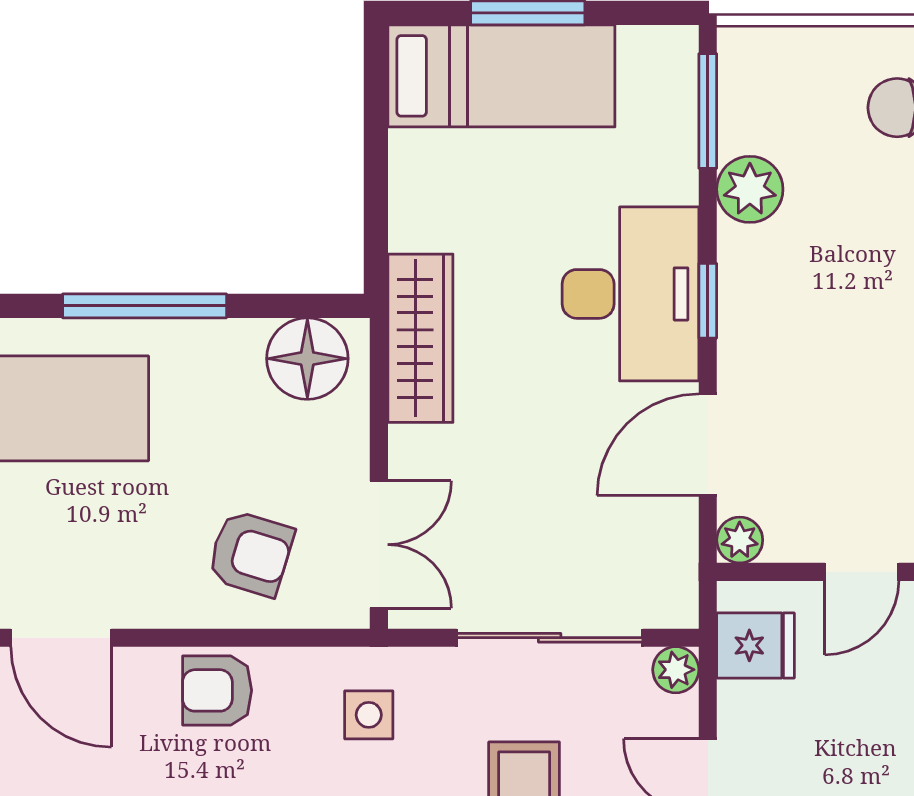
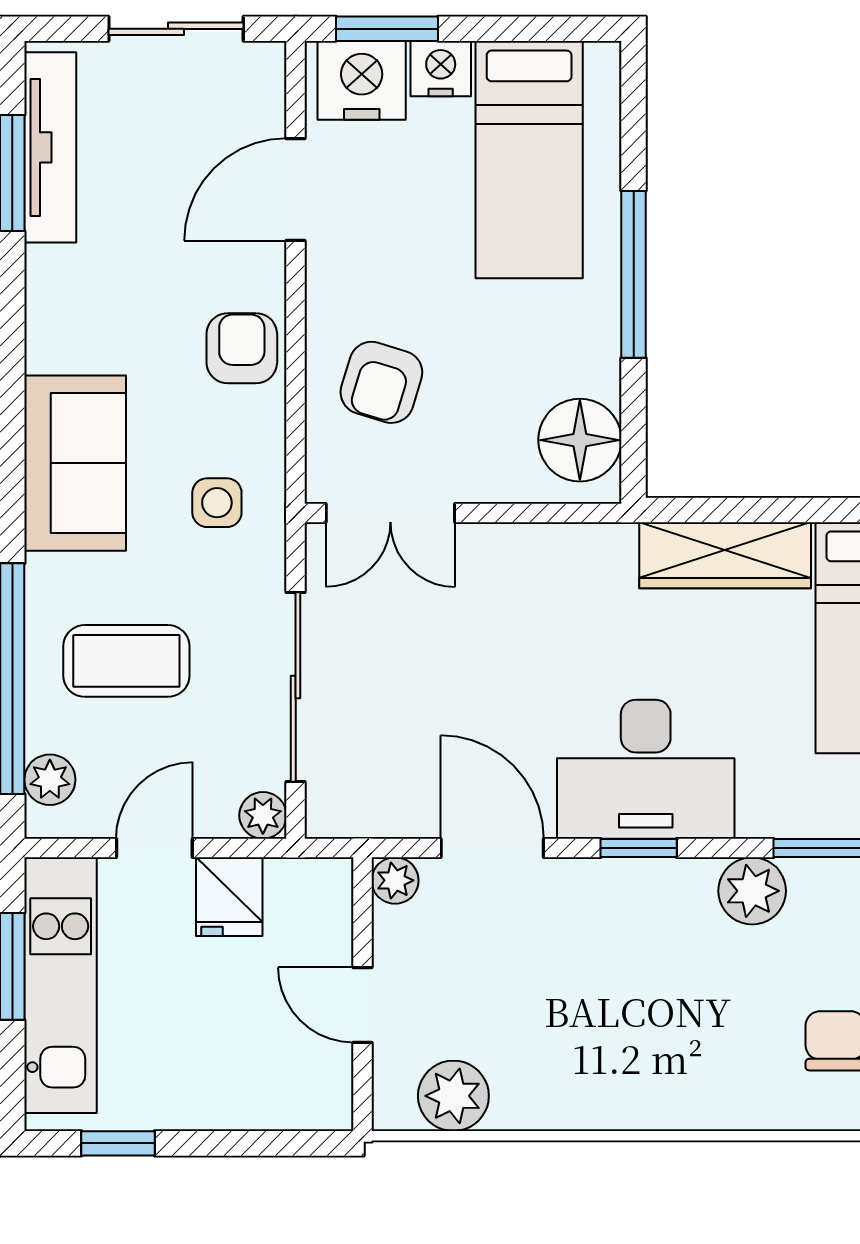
wardrobe: (420, 338) -> (725, 555), moved
fridge: (756, 645) -> (229, 897), moved

